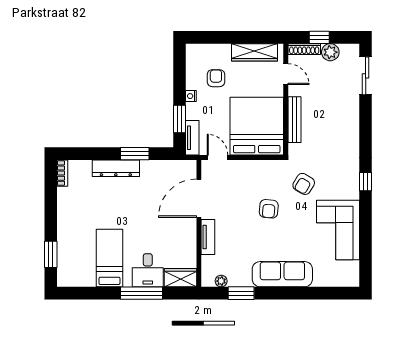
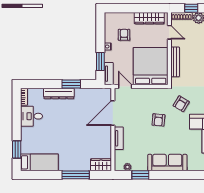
bed: (109, 258) -> (39, 162), moved, turned 90
desk: (148, 270) -> (31, 116), moved, turned 90

